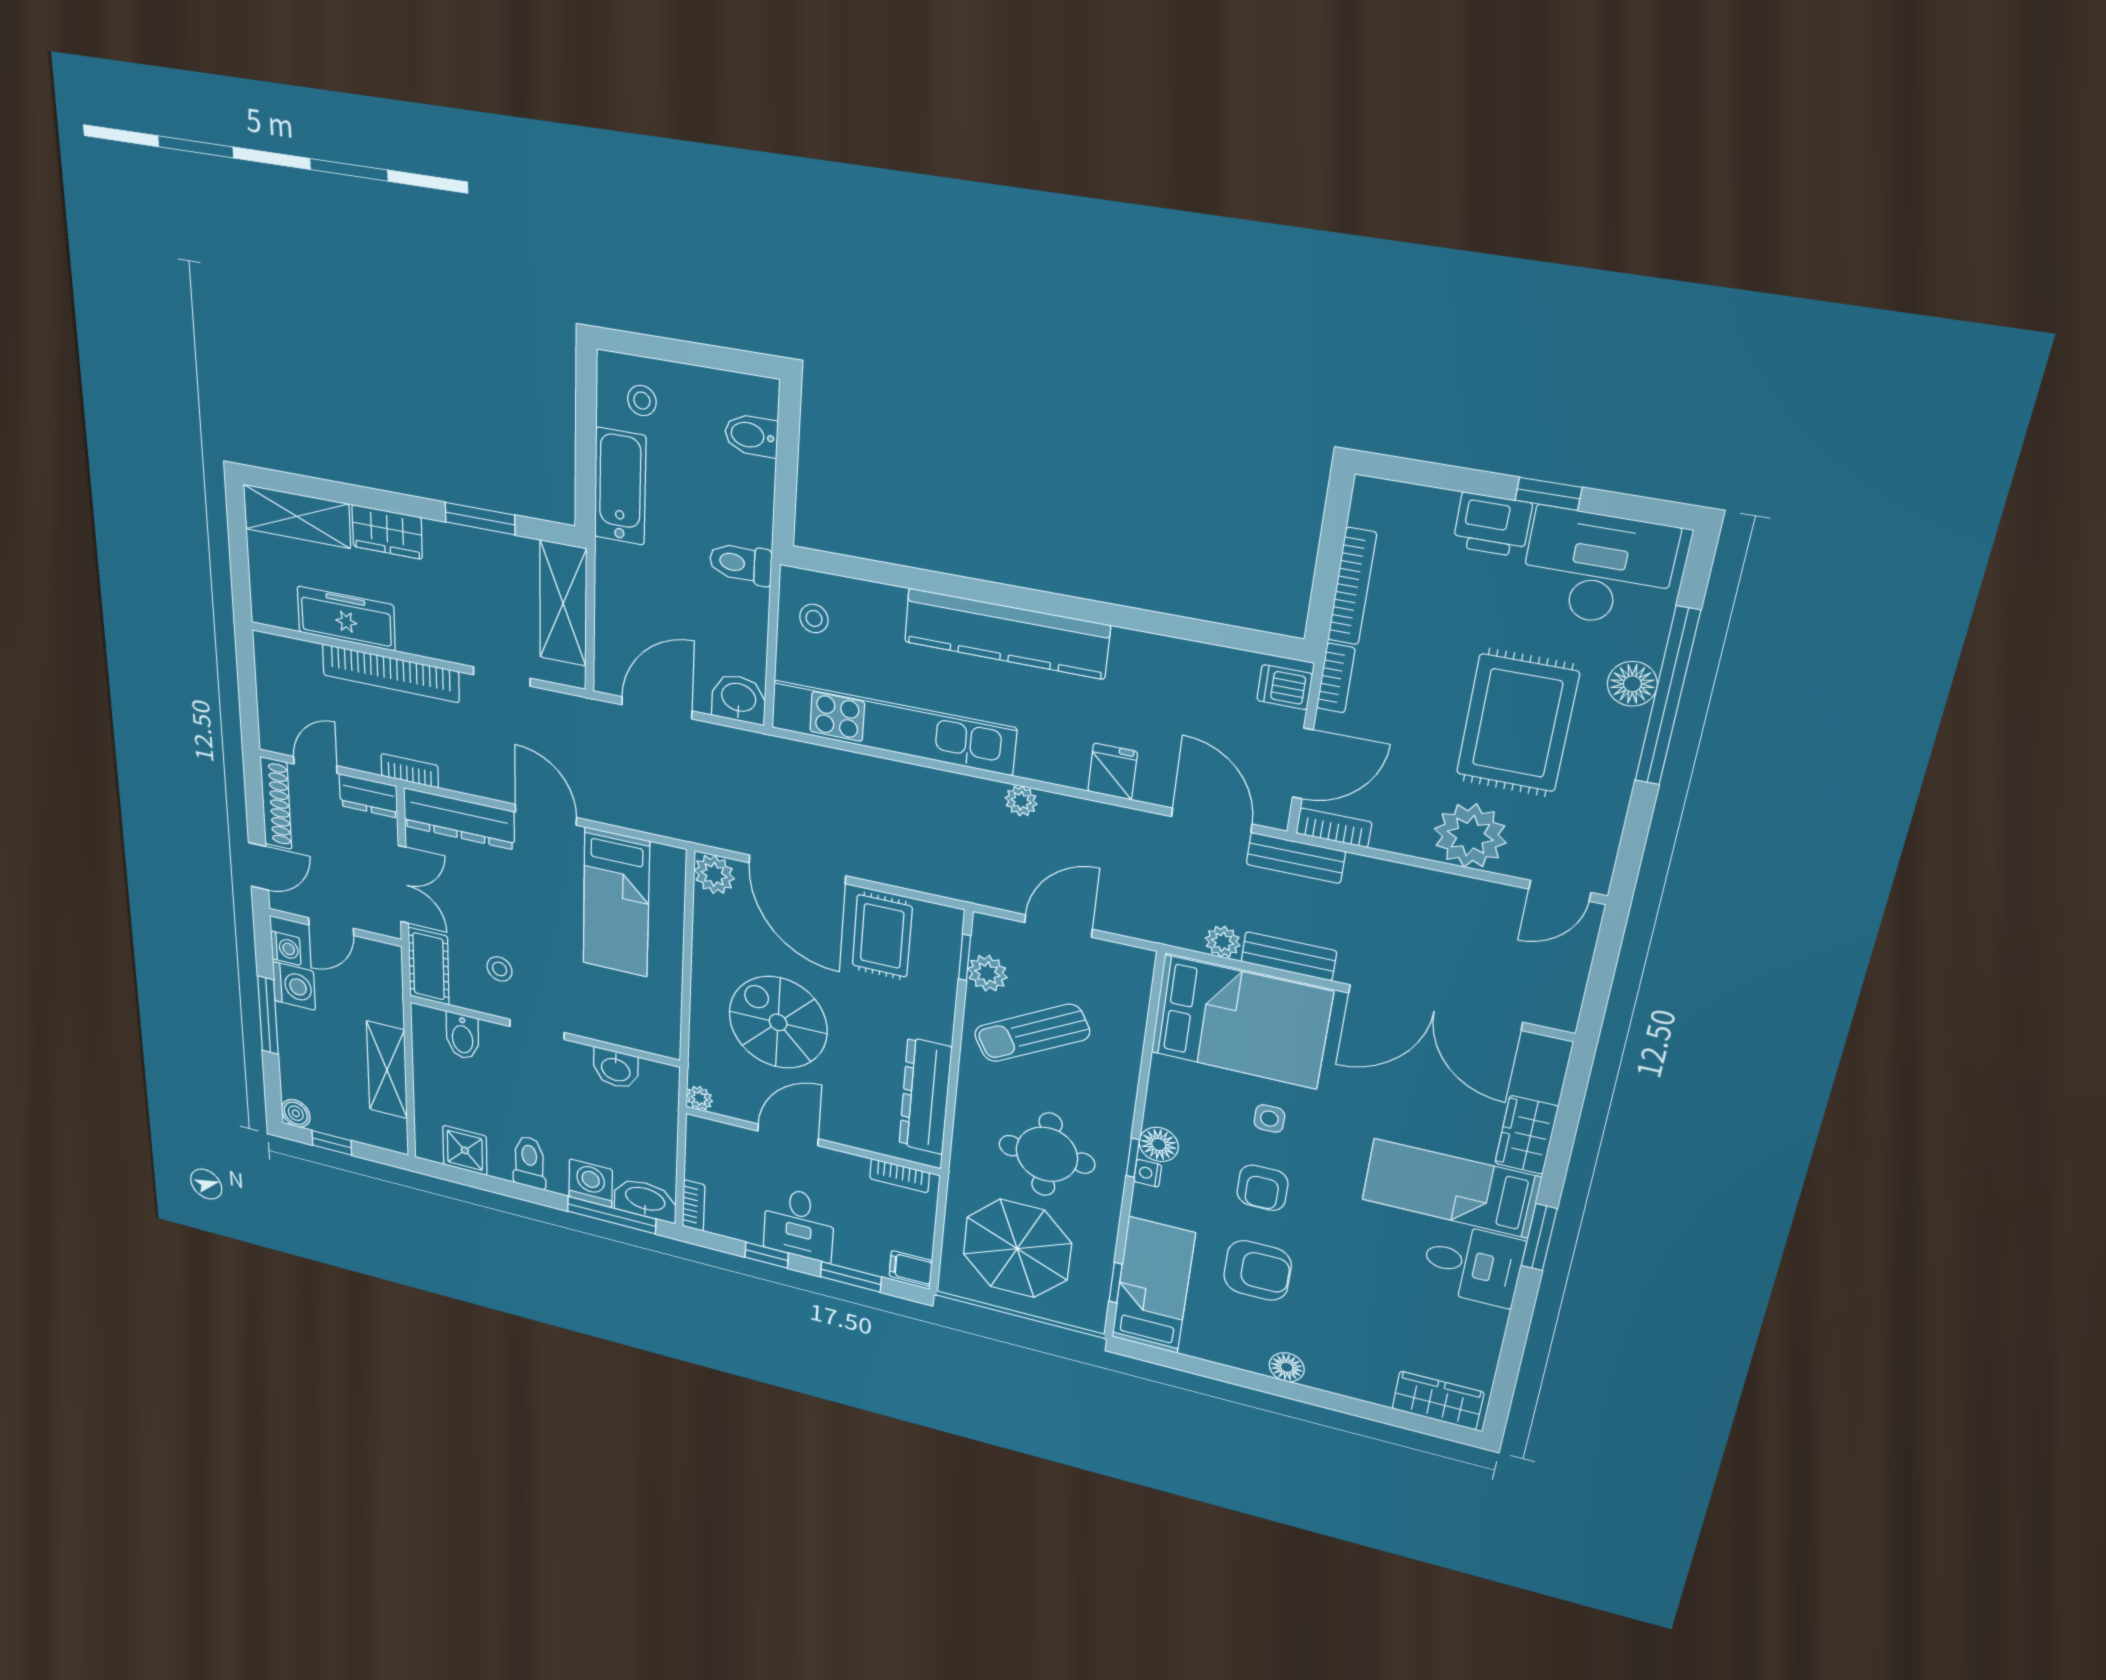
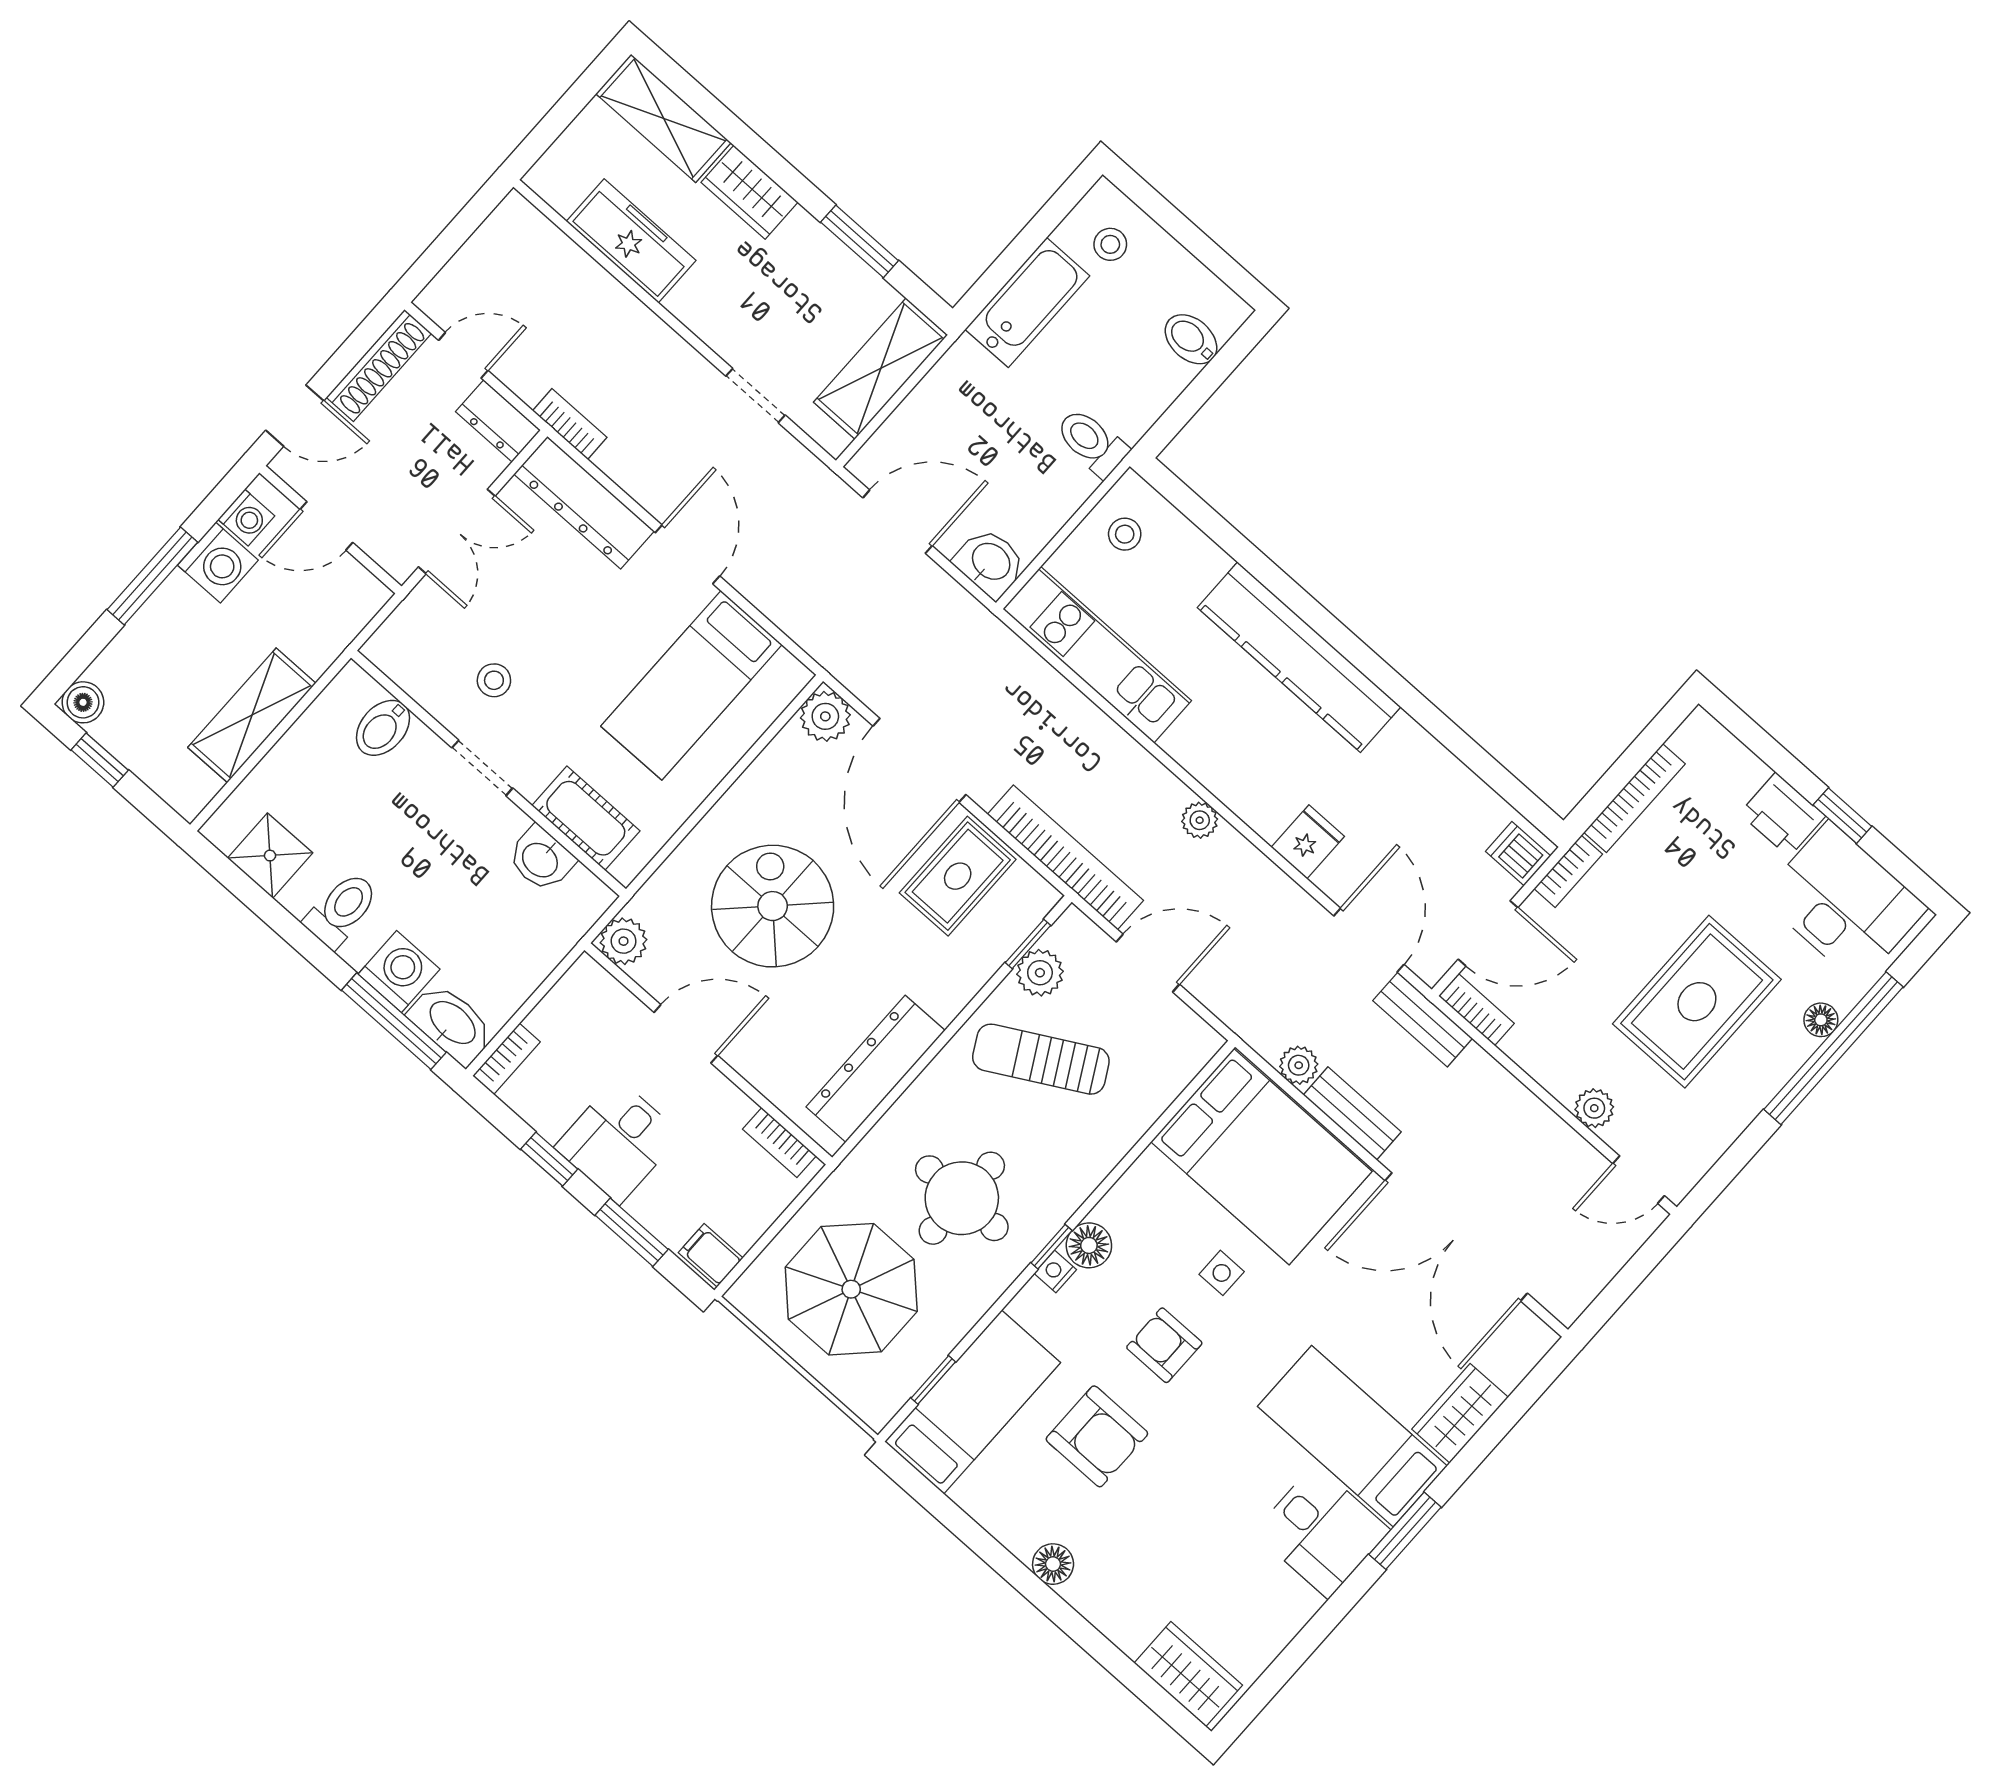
bookcase: (391, 673) -> (1065, 857), moved, turned 180
floor lamp: (1632, 684) -> (1821, 1020), width x0.73, depth x0.73
kitchen unit: (893, 728) -> (1097, 655), width x0.73
plant: (1470, 836) -> (1594, 1108), width x0.53, depth x0.53
cot: (429, 966) -> (586, 818), moved, turned 90
plant: (700, 1098) -> (624, 941), width x1.38, depth x1.38
armchair: (1262, 1188) -> (1164, 1345), turned 90

